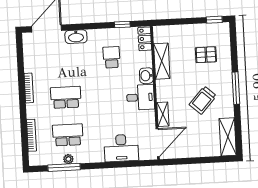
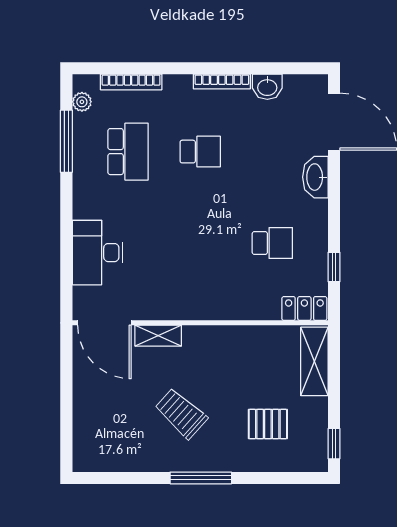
pallet: (206, 55) -> (268, 424), turned 90
shelving: (162, 61) -> (314, 361), moved, turned 90
washbasin: (146, 76) -> (267, 87), moved, turned 180
school desk: (66, 97) -> (200, 152), width x0.54
desk: (140, 97) -> (193, 295), removed
shelving: (228, 137) -> (109, 458), removed
plant: (68, 159) -> (82, 102), moved

